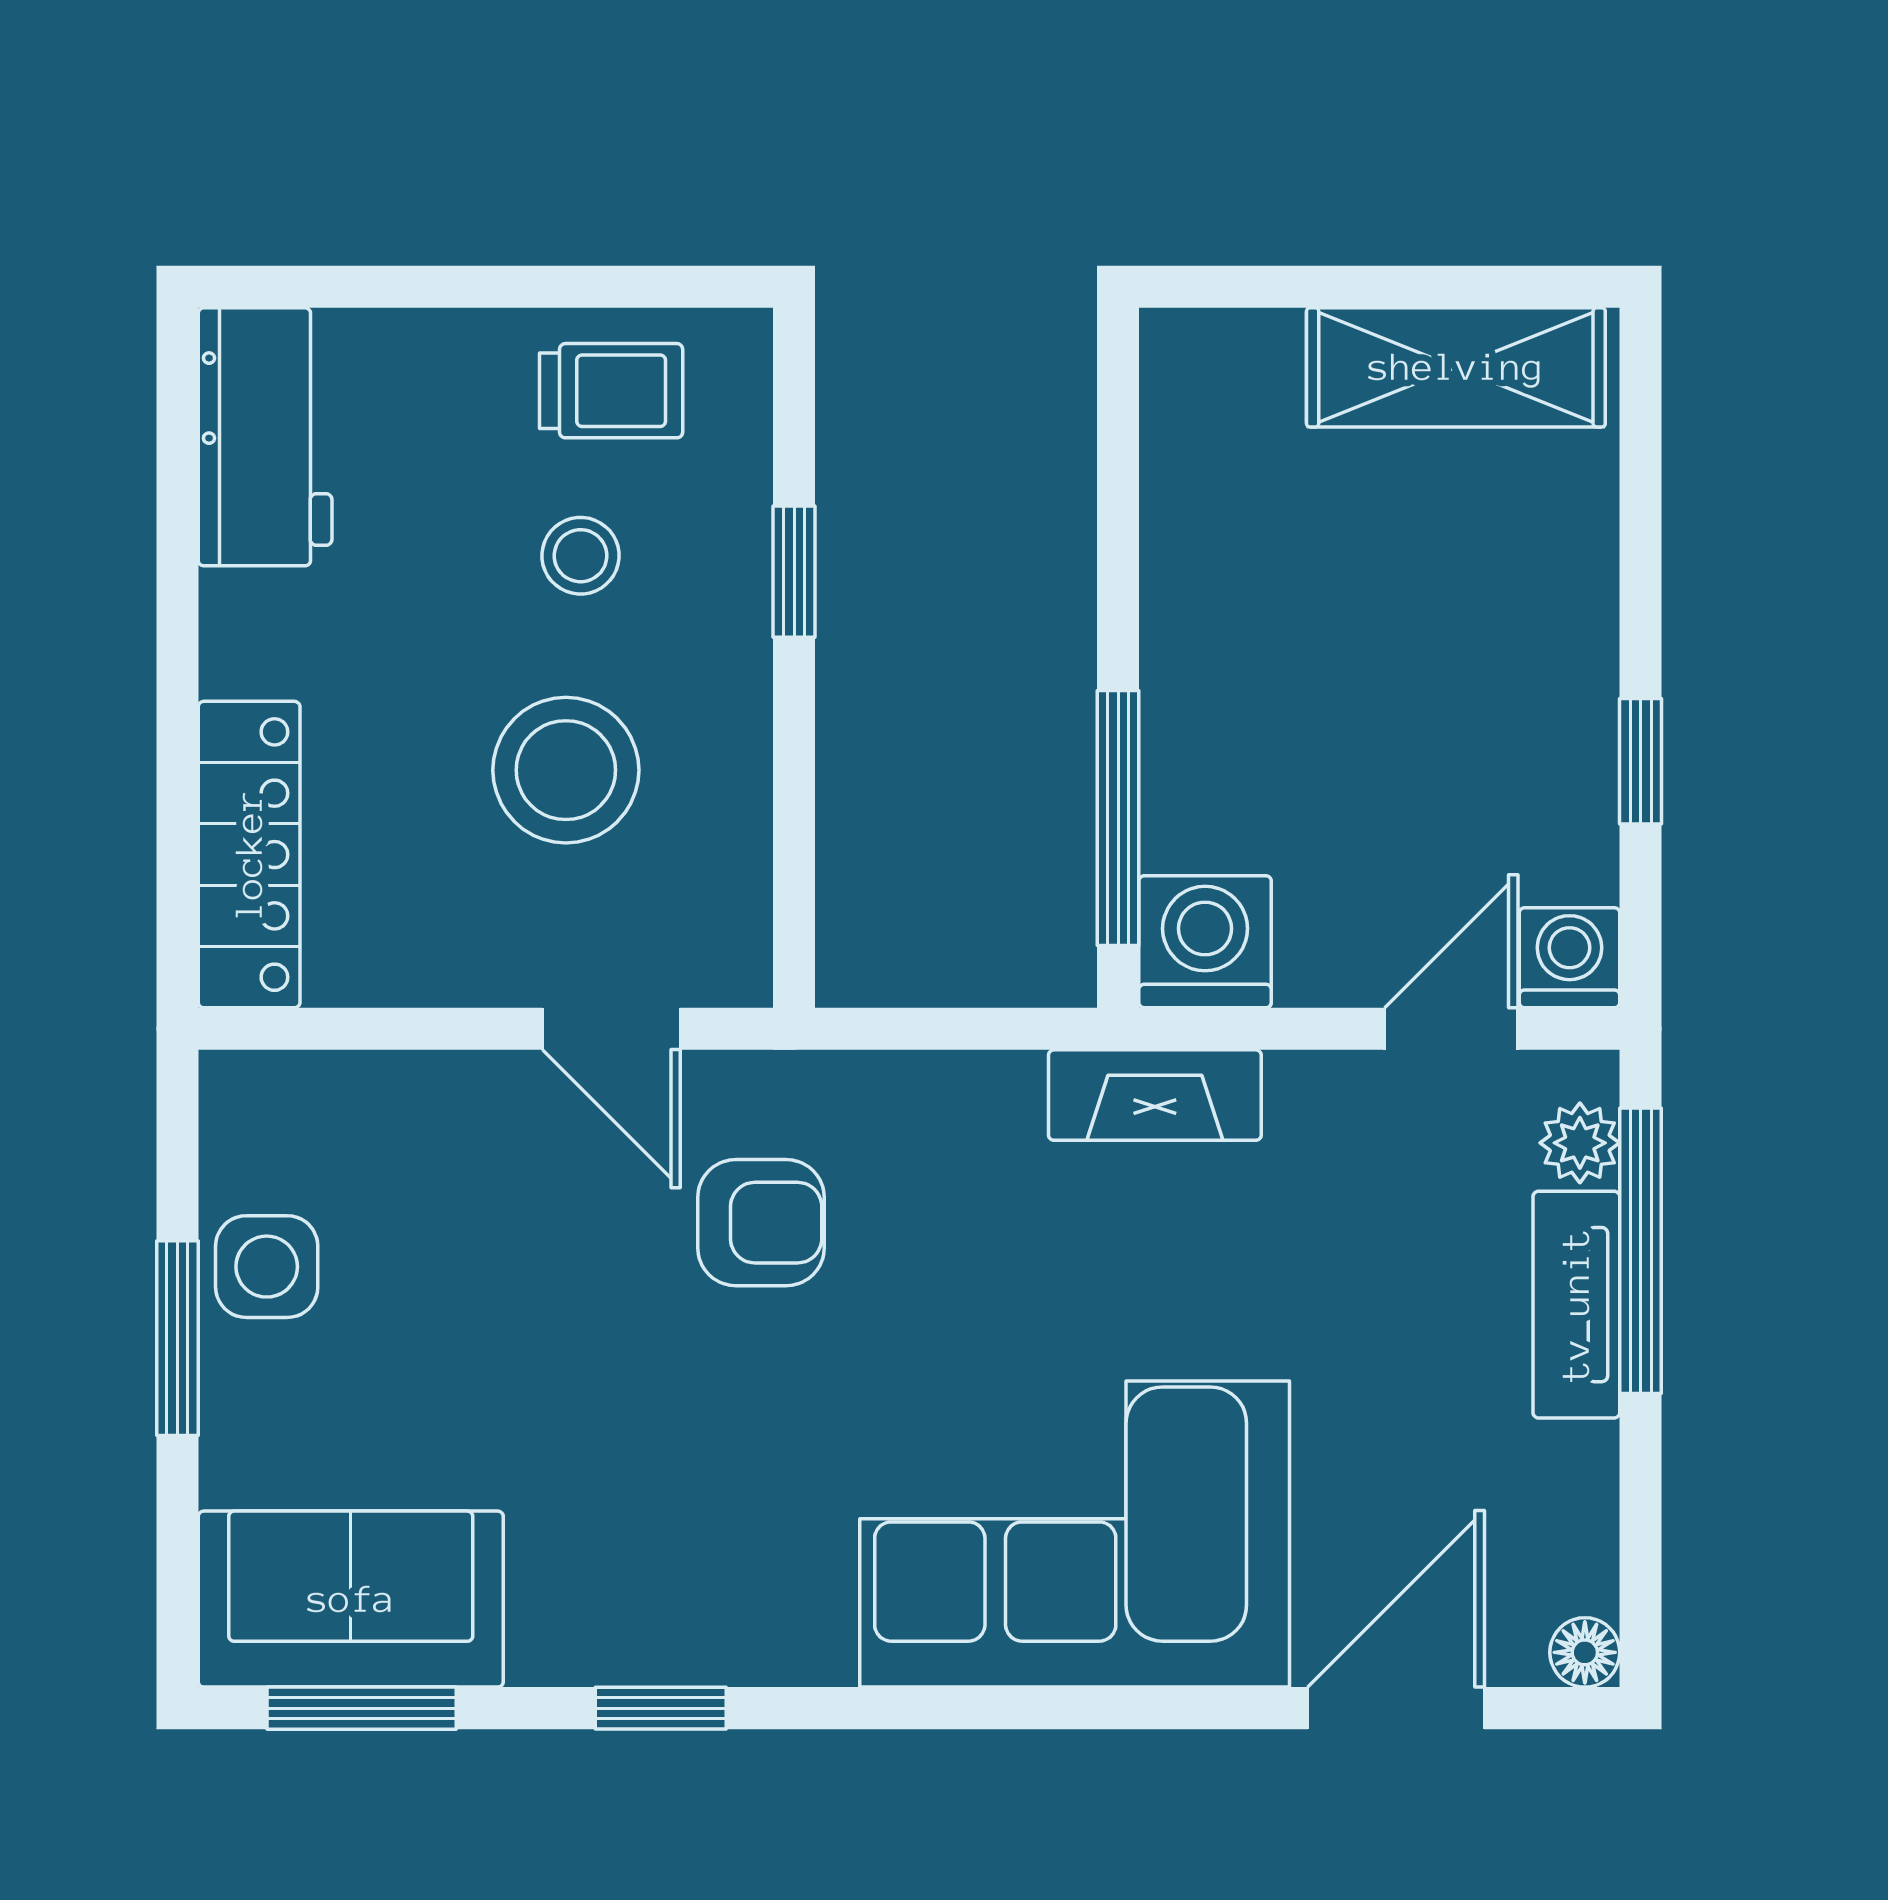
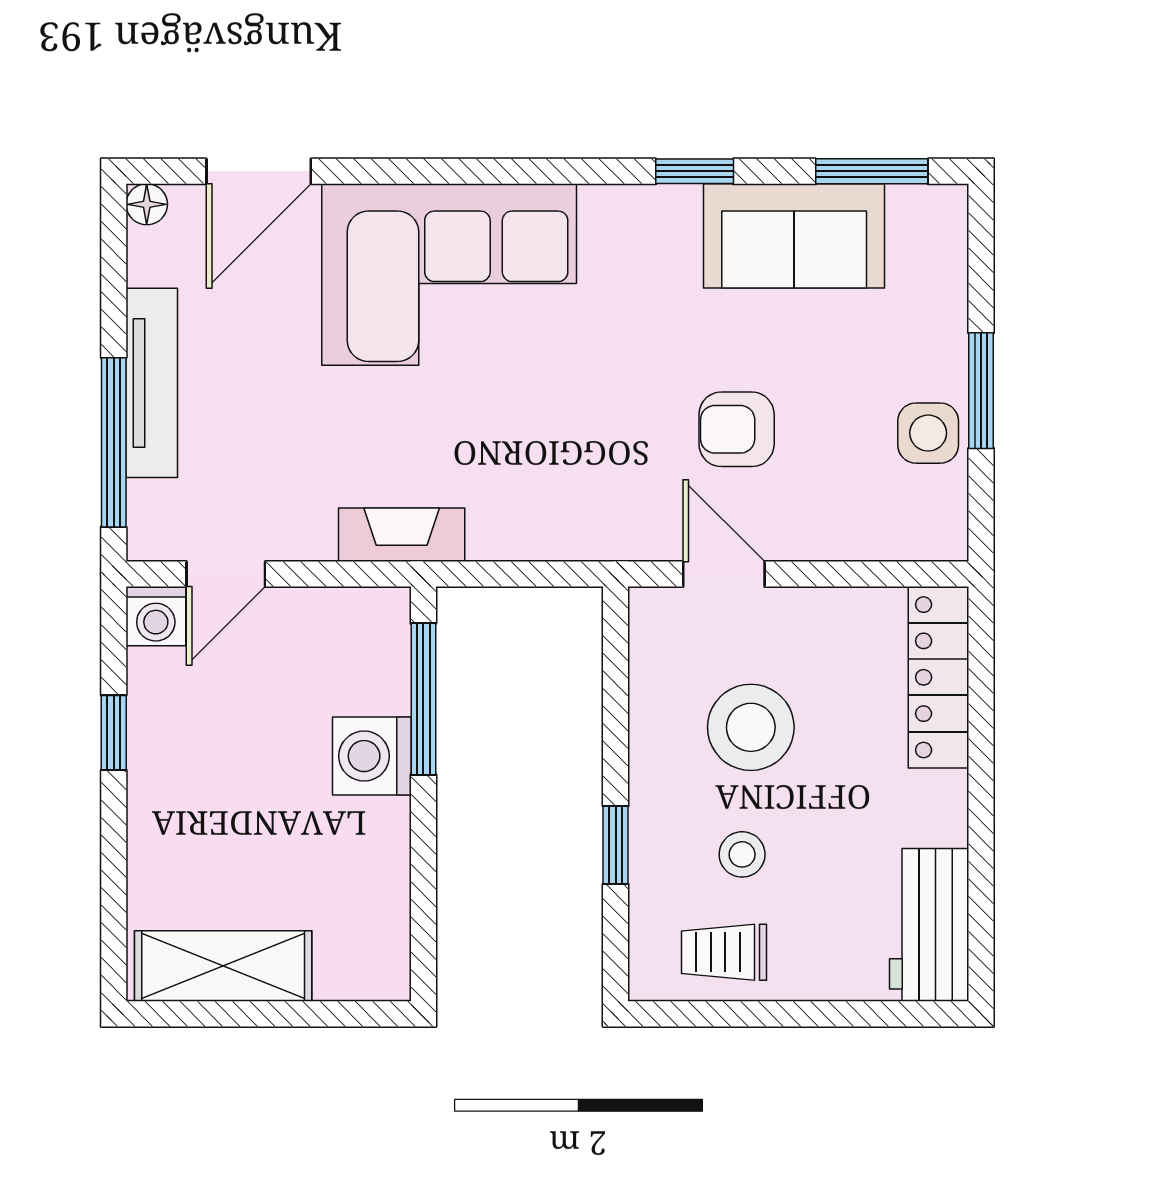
washing machine: (1205, 942) -> (372, 756), moved, turned 90
plant: (1580, 1143) -> (150, 506), removed
armchair: (761, 1223) -> (737, 429), moved
tv unit: (1576, 1305) -> (152, 383), width x1.41
sofa: (351, 1599) -> (794, 236), moved

